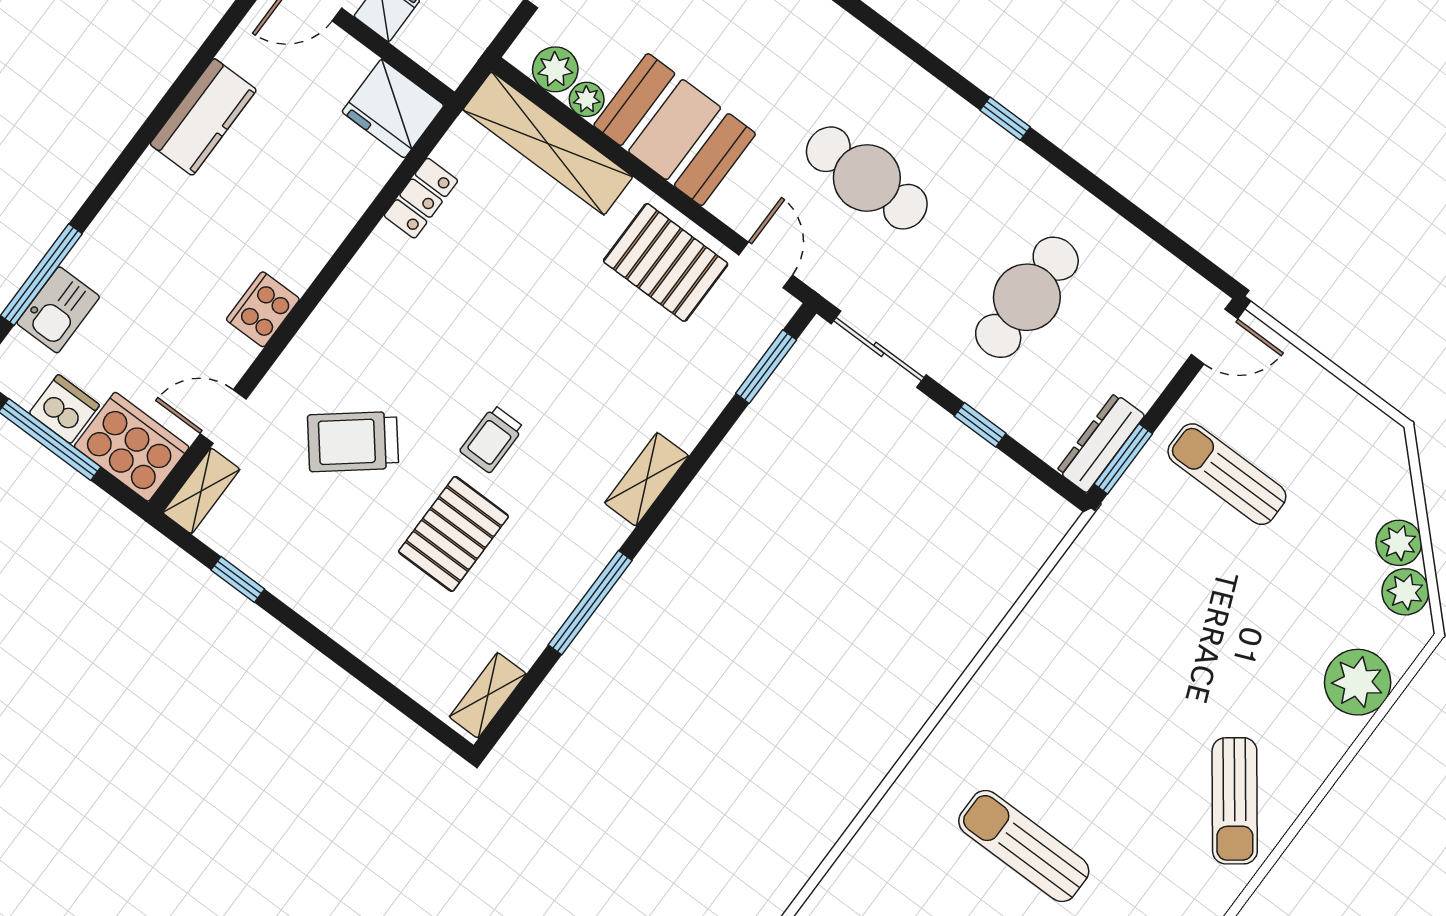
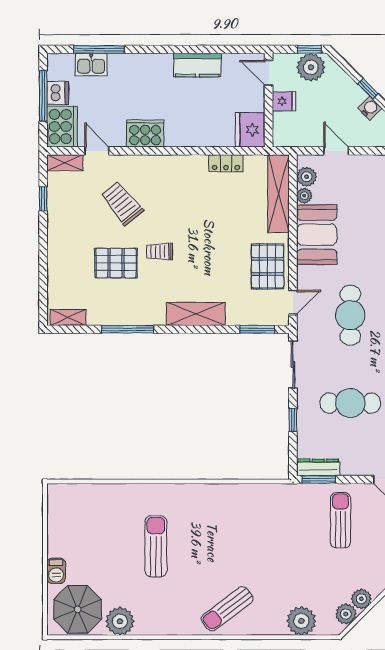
cooker: (263, 309) -> (145, 133), width x1.37, depth x1.31
shelving: (647, 479) -> (196, 314), width x1.50, depth x1.33

